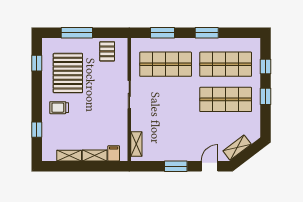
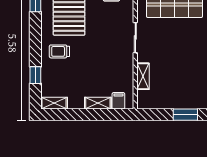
shelving: (136, 144) -> (143, 76), moved
shelving: (69, 156) -> (54, 103), moved

